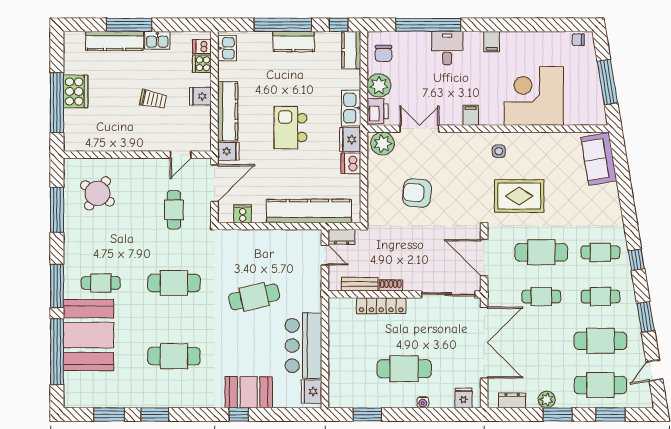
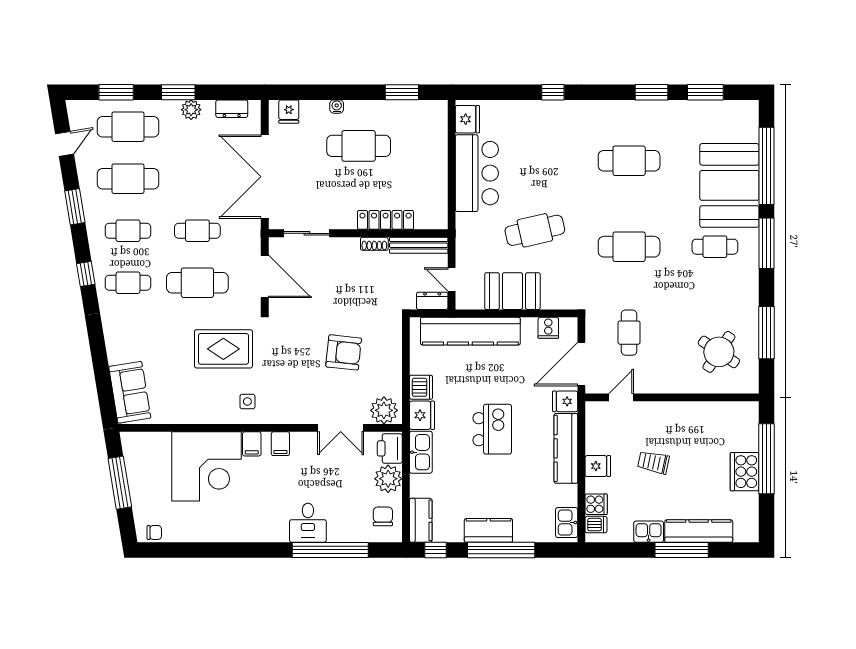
filing cabinet: (492, 42) -> (252, 444), moved, turned 180
bench: (360, 284) -> (419, 245), width x1.36
sliding door: (448, 294) -> (307, 233), width x0.73
booth: (249, 392) -> (512, 291), moved

